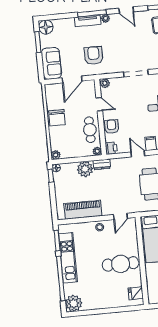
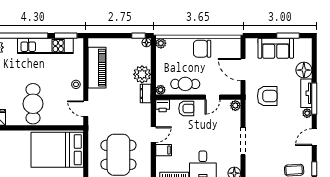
floor lamp: (46, 27) -> (304, 70), moved
sofa: (51, 63) -> (276, 48), moved

